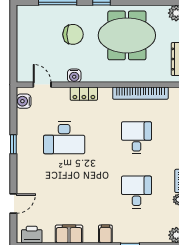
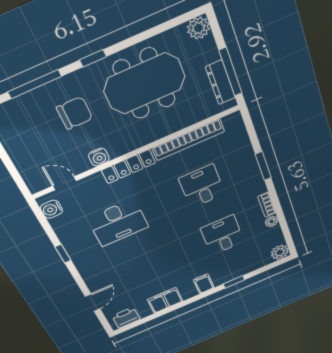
locker: (84, 94) -> (128, 167), width x1.53

